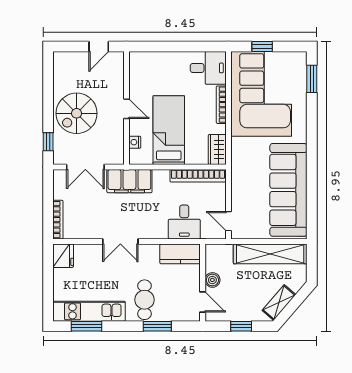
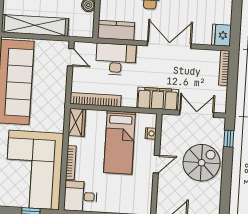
door: (127, 109) -> (156, 164), swing flipped
desk: (184, 222) -> (116, 59), width x1.37
double door: (120, 241) -> (169, 45), width x1.37

